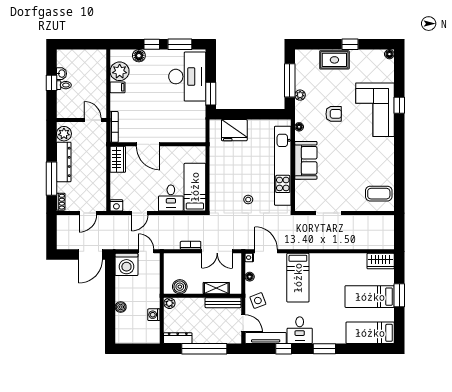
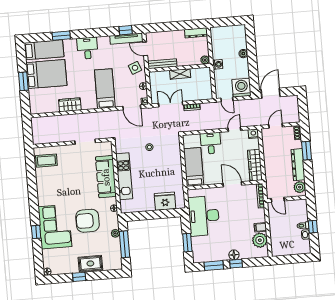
floor lamp: (139, 56) -> (234, 255), moved
desk: (187, 77) -> (204, 216), moved
window: (211, 94) -> (187, 243), moved
armchair: (334, 114) -> (87, 221), width x1.88, depth x1.88
wardrobe: (118, 159) -> (255, 165), width x1.50
sofa: (306, 160) -> (106, 177), width x1.36
kitchen unit: (283, 166) -> (124, 176), width x0.73
window: (52, 179) -> (307, 151), width x0.69
bed: (195, 187) -> (194, 167), moved, turned 180
wardrobe: (381, 261) -> (70, 105), moved
boiler: (180, 287) -> (198, 74), removed
shelving: (216, 288) -> (180, 74), moved
bed: (370, 297) -> (46, 74), width x1.50
washing machine: (154, 315) -> (218, 64), moved
desk: (300, 330) -> (87, 48), moved
window: (204, 349) -> (174, 26), removed
window: (284, 349) -> (126, 30), moved
window: (324, 349) -> (61, 36), moved

